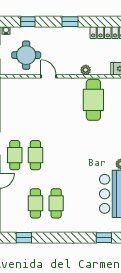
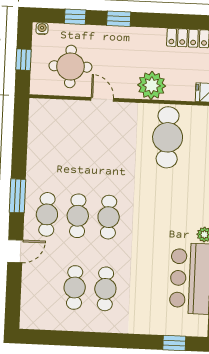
window: (70, 22) -> (119, 19), moved
plant: (86, 70) -> (152, 85), width x1.87, depth x1.87
cafe table: (56, 155) -> (109, 217), added
window: (24, 238) -> (55, 338), removed

